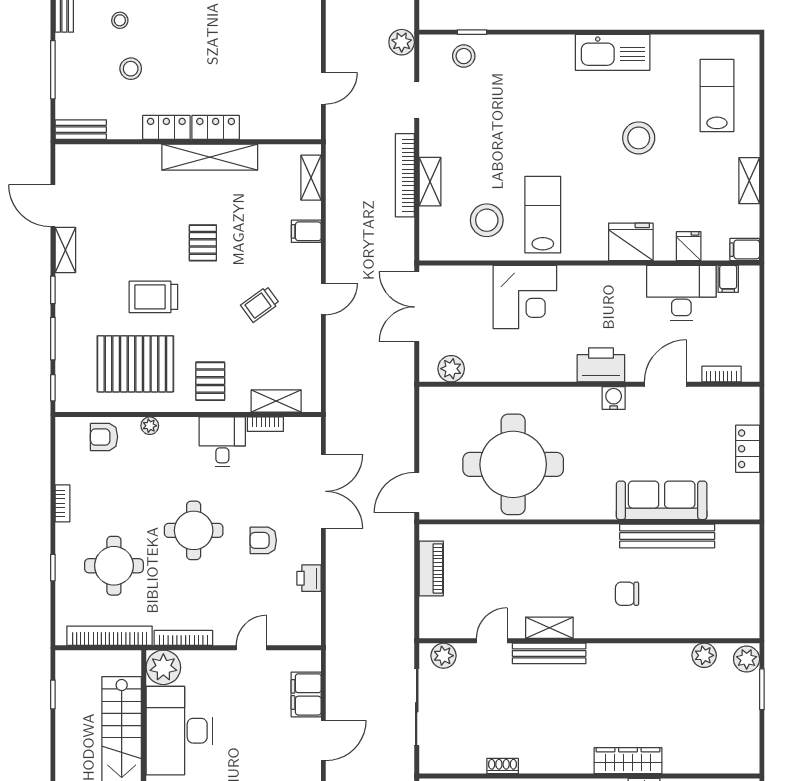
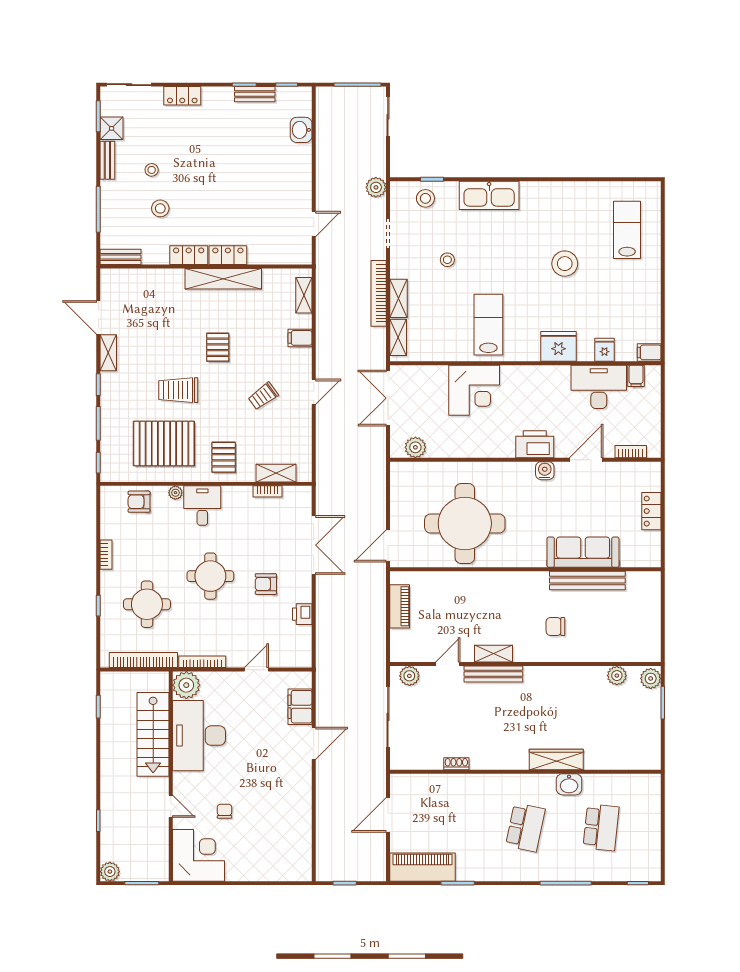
kitchen sink: (613, 52) -> (489, 195), moved
shelving: (749, 181) -> (398, 337), moved
stool: (487, 220) -> (447, 260), moved, width x0.53, depth x0.53
desk: (222, 442) -> (202, 506), moved

